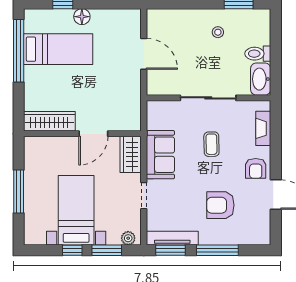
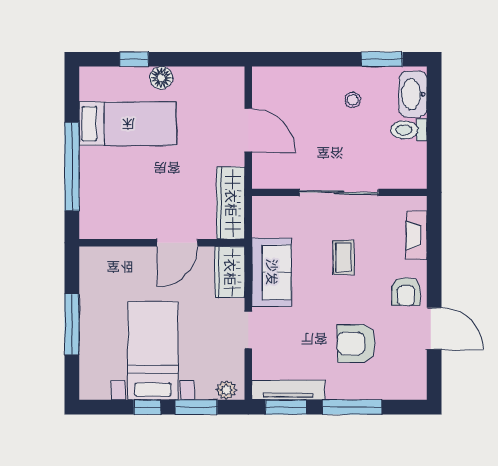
window: (19, 51) -> (72, 167), moved
washbasin: (261, 79) -> (413, 94), moved
wardrobe: (49, 121) -> (231, 203), moved, turned -90

